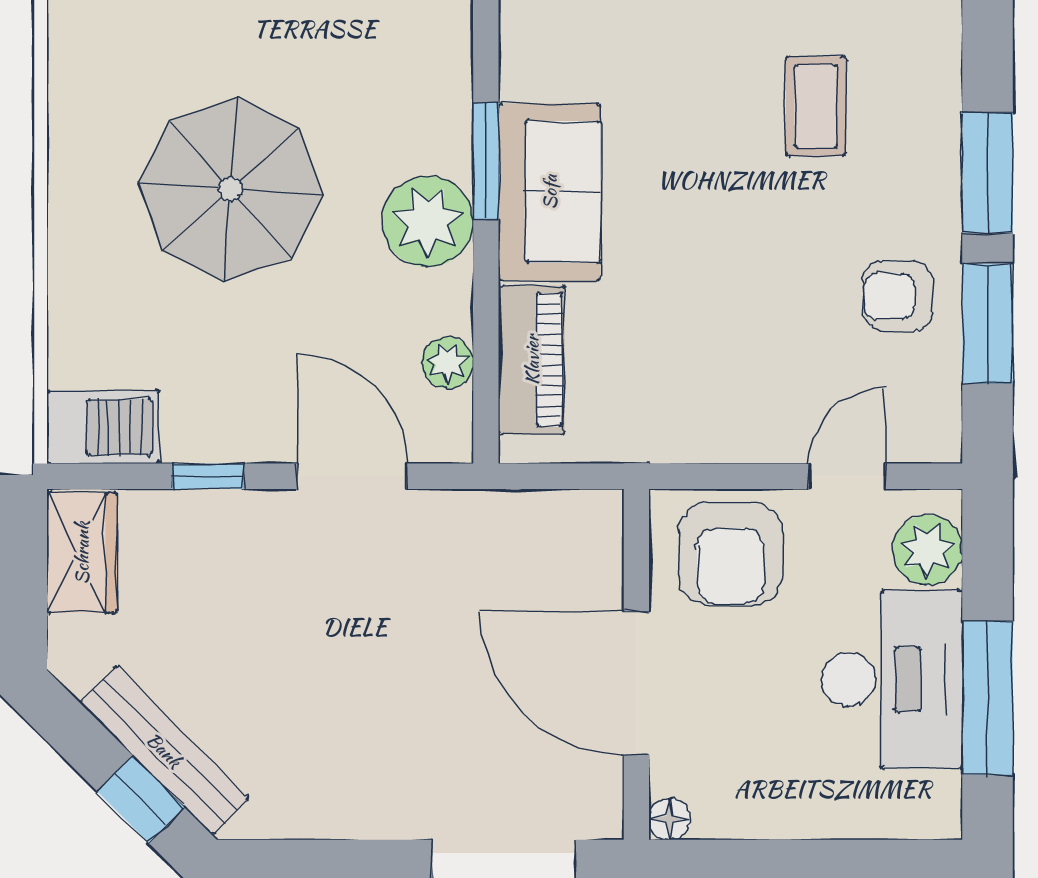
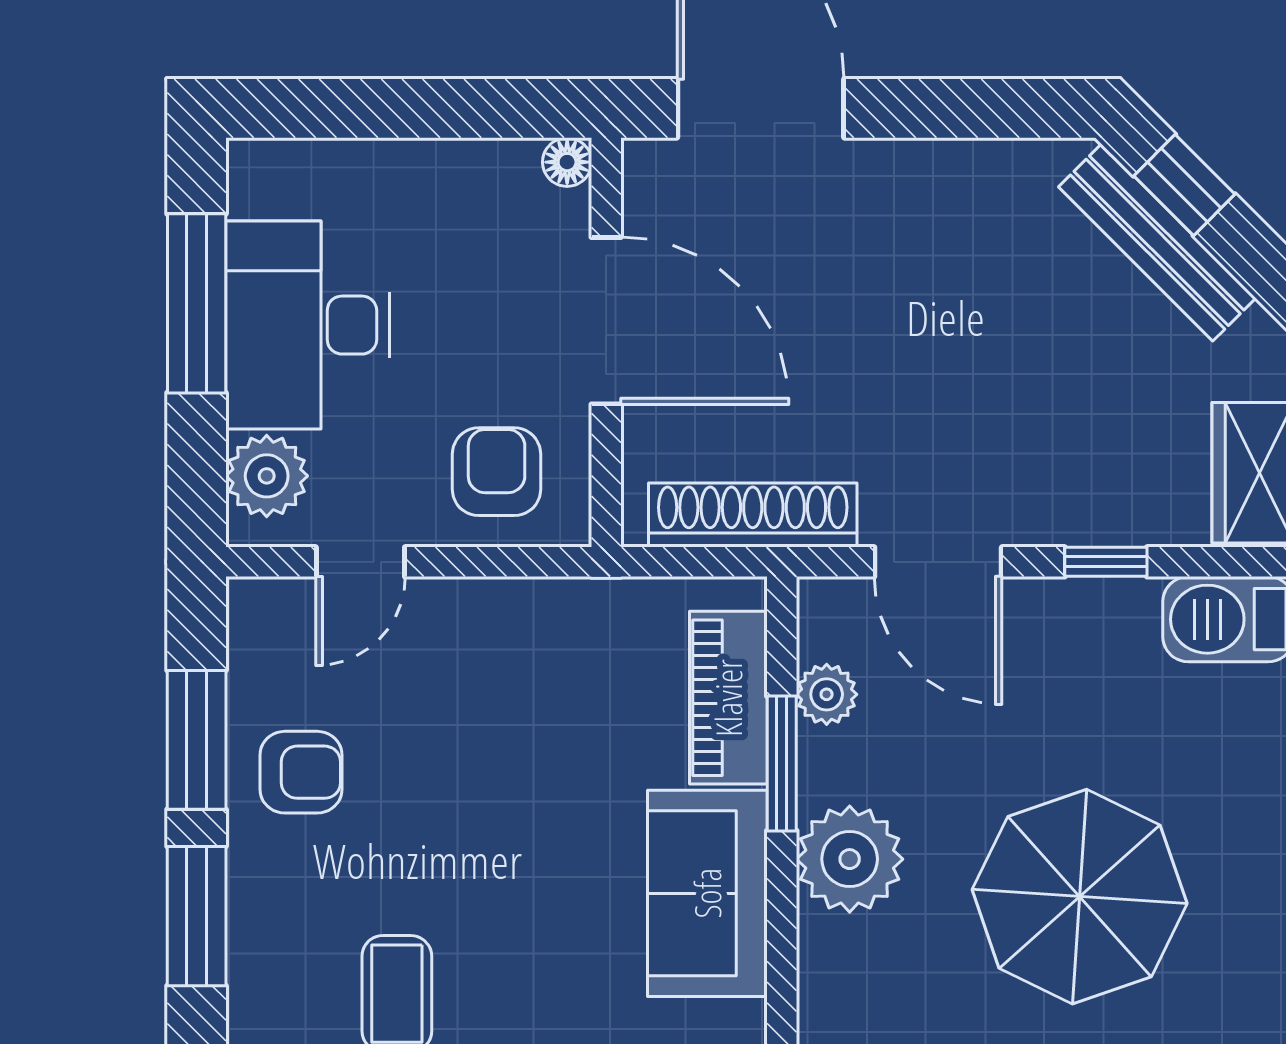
window: (486, 161) -> (782, 763), moved
shoe rack: (511, 516) -> (753, 515), added
armchair: (730, 554) -> (497, 472), width x0.72, depth x0.72

